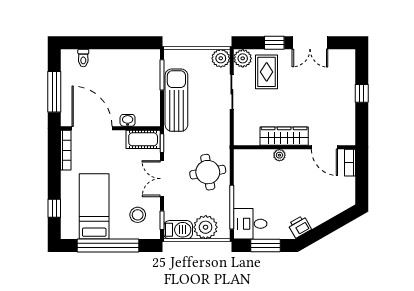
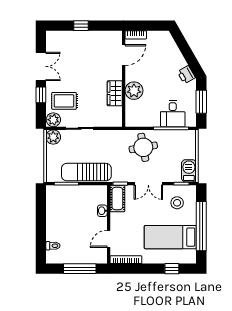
door: (92, 128) -> (109, 239), width x0.53
wardrobe: (284, 136) -> (115, 93), width x0.67
plant: (279, 155) -> (134, 91), width x1.88, depth x1.88
desk: (250, 224) -> (173, 114), moved
plant: (206, 227) -> (187, 149), removed

